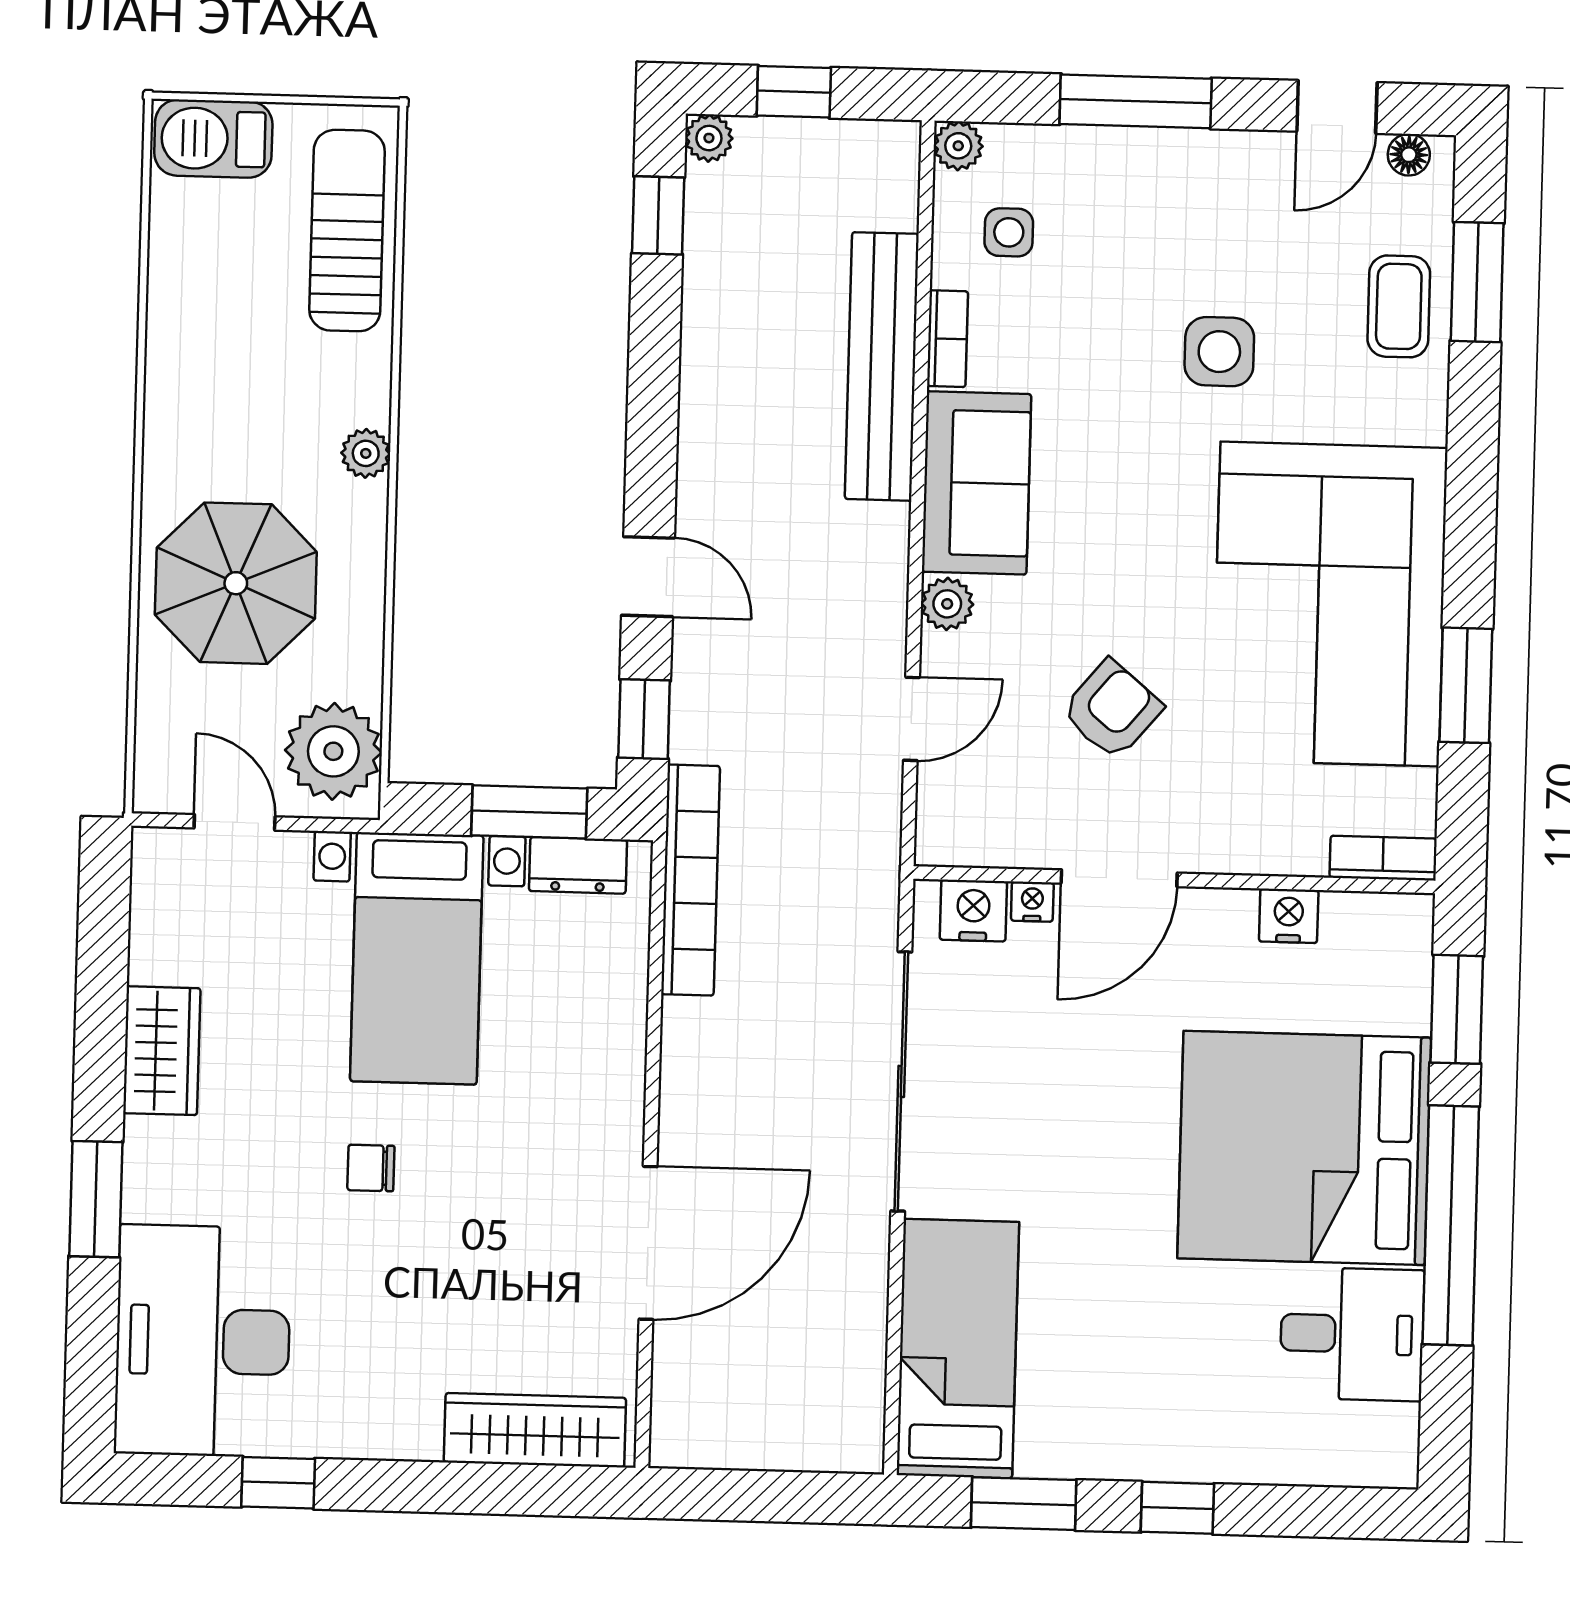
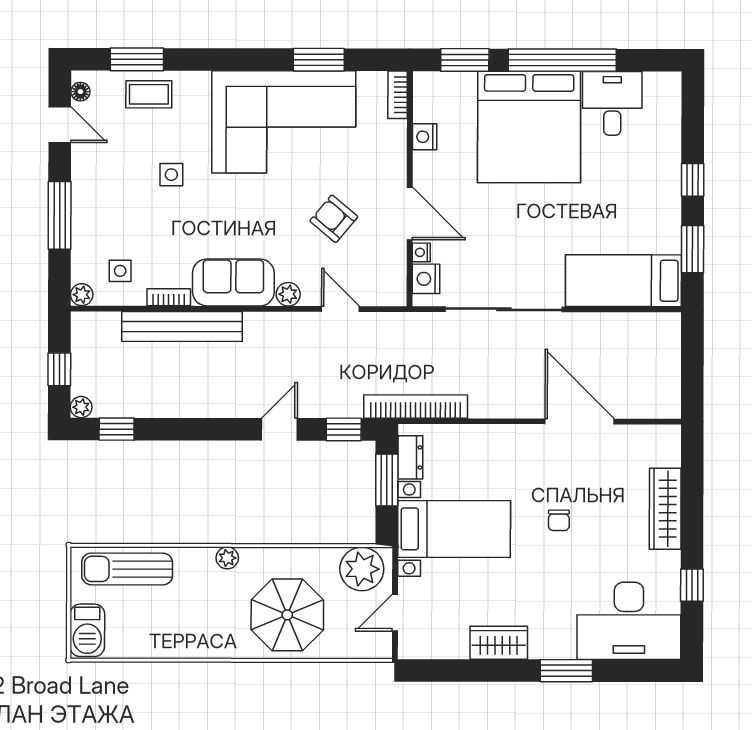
side table: (1219, 352) -> (171, 175), width x0.73, depth x0.73
chair: (371, 1168) -> (559, 520), moved
wardrobe: (535, 1430) -> (665, 509), moved

